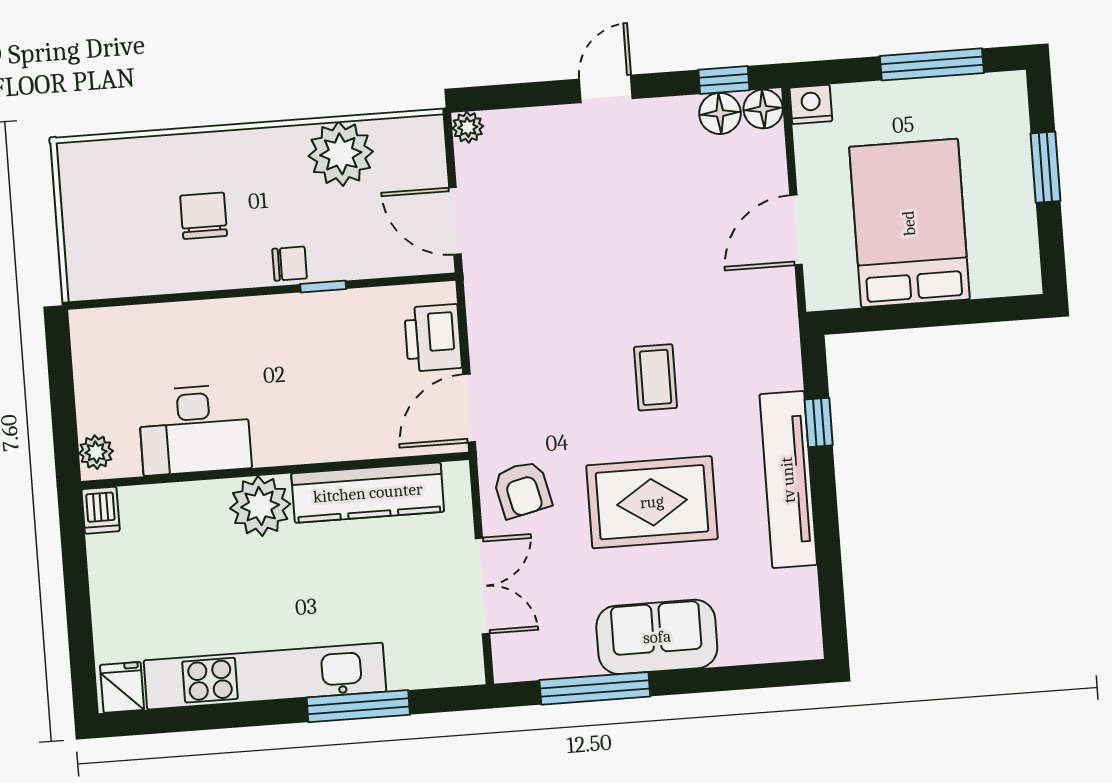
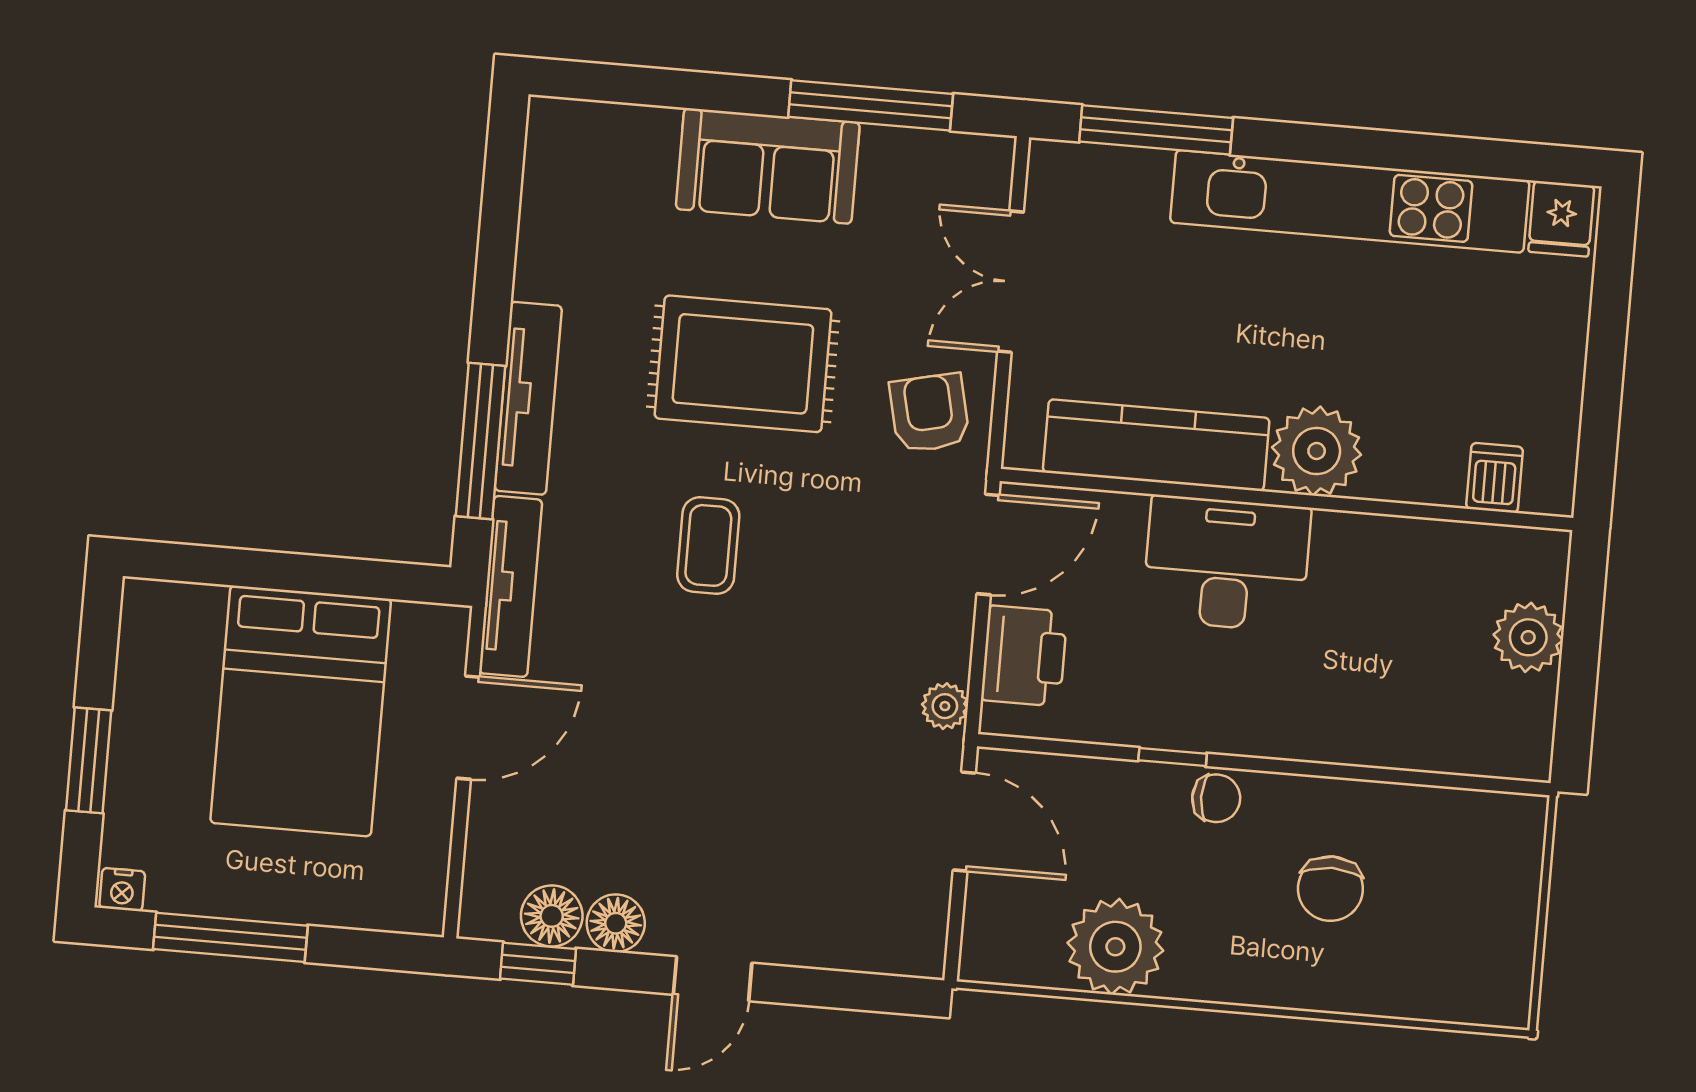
nightstand: (811, 104) -> (122, 890), moved, width x0.72, depth x0.74
floor lamp: (763, 109) -> (616, 923), moved
plant: (468, 127) -> (945, 706), moved
chair: (290, 264) -> (1216, 798), turned 180
tv unit: (783, 329) -> (511, 586), added
window: (819, 422) -> (481, 441), width x2.17
desk: (195, 430) -> (1227, 564), moved
plant: (96, 452) -> (1528, 637), moved, width x1.38, depth x1.38
tv unit: (788, 480) -> (528, 398), width x0.73, depth x0.78
dishwasher: (101, 510) -> (1495, 478), moved
window: (358, 706) -> (1156, 130), moved

